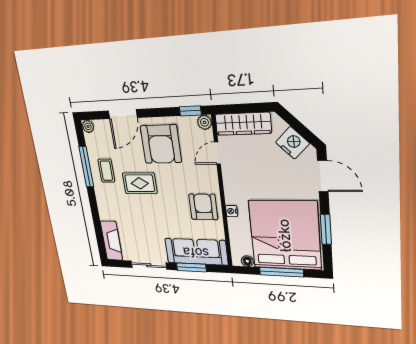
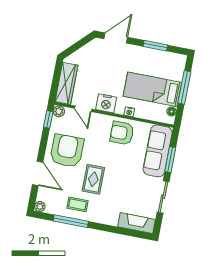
nightstand: (292, 143) -> (106, 103), moved, turned -135
armchair: (161, 144) -> (67, 151), turned -90
bed: (285, 235) -> (153, 89), width x0.49

